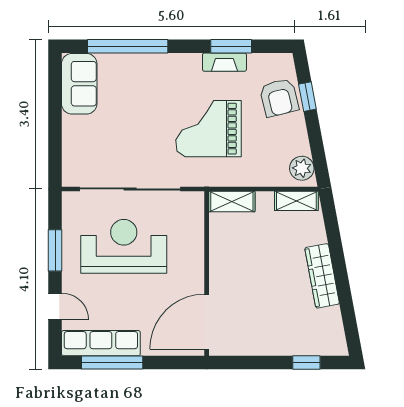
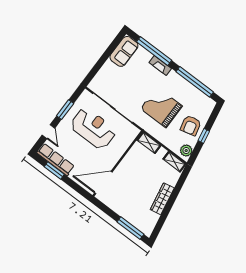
window: (231, 46) -> (195, 82), width x2.11
fireplace: (224, 62) -> (160, 66), moved
window: (307, 97) -> (204, 136), moved
armchair: (279, 98) -> (191, 125), moved
window: (112, 362) -> (54, 170), width x0.69
window: (306, 362) -> (130, 228), width x2.17

